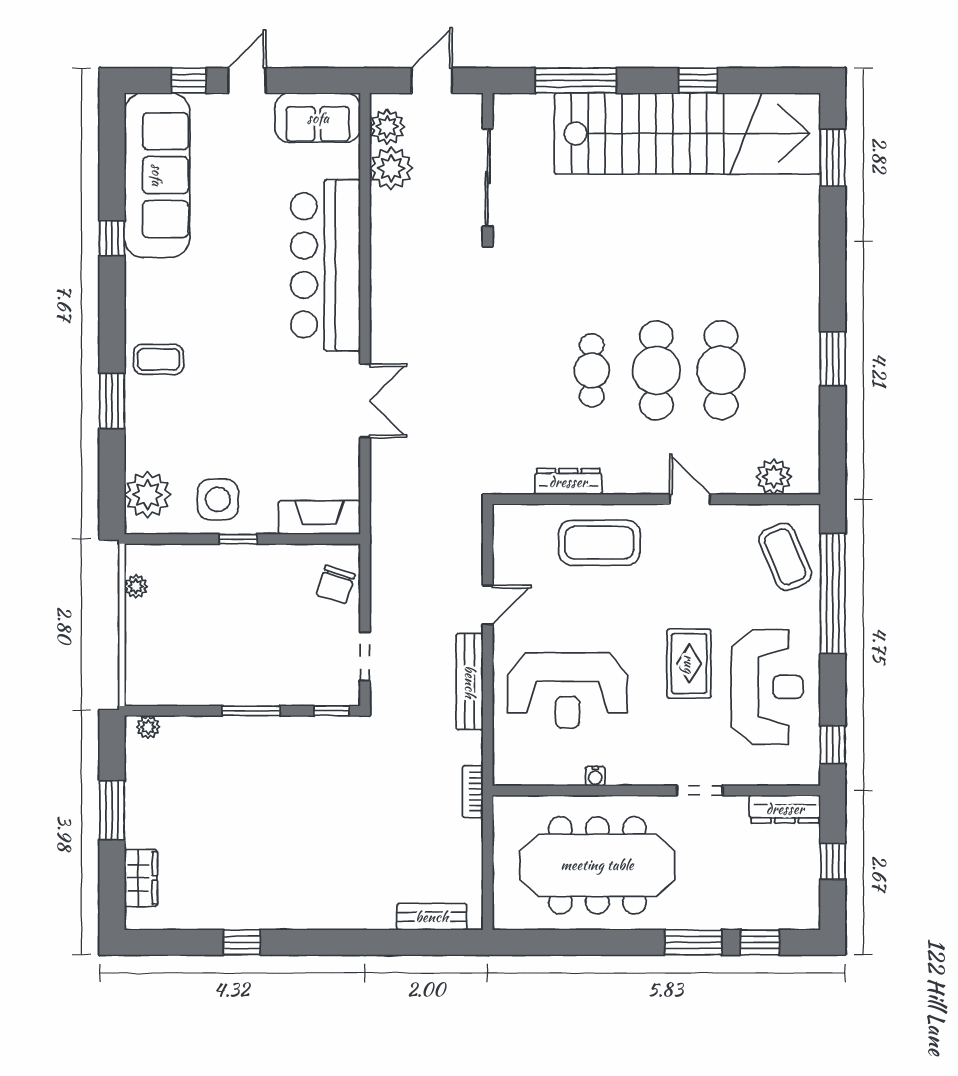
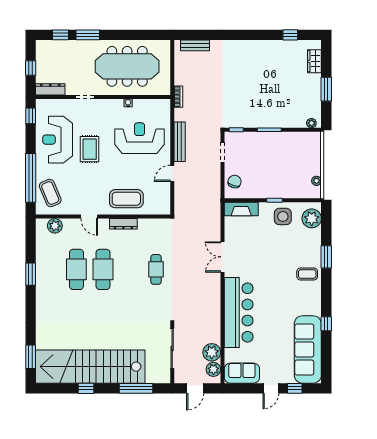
cafe table: (592, 370) -> (156, 269), moved
dresser: (568, 482) -> (123, 224), moved
window: (242, 942) -> (290, 35), moved

